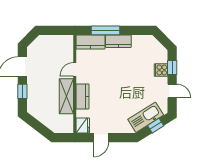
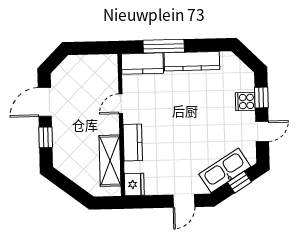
kitchen counter: (118, 41) -> (192, 61), width x1.50
door: (172, 91) -> (262, 131), hinge flipped
shelving: (66, 96) -> (110, 161), moved
door: (101, 138) -> (184, 201), moved

